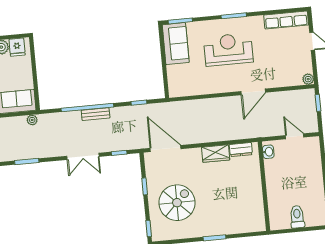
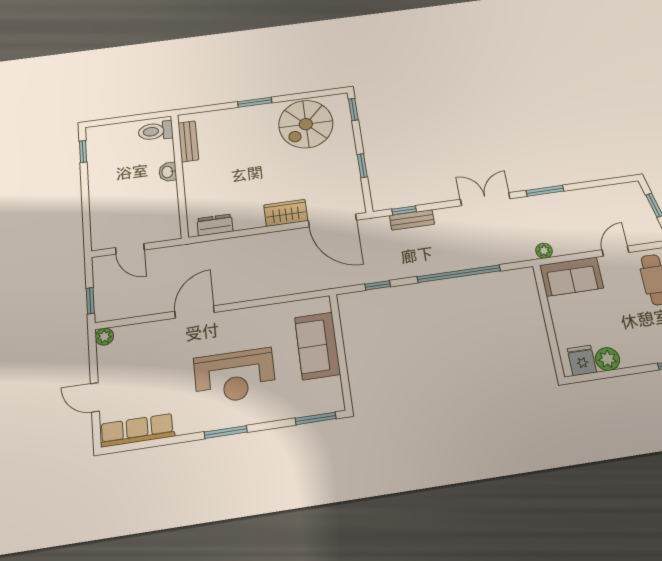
sofa: (176, 44) -> (317, 346), moved
bench: (96, 114) -> (412, 220), moved
washbasin: (268, 152) -> (168, 172), moved
wardrobe: (216, 154) -> (286, 213), moved
double door: (83, 156) -> (485, 199), moved
spiral stairs: (177, 203) -> (306, 124), moved
bench: (259, 211) -> (188, 141), added
toilet: (297, 217) -> (156, 131), moved, turned 90

